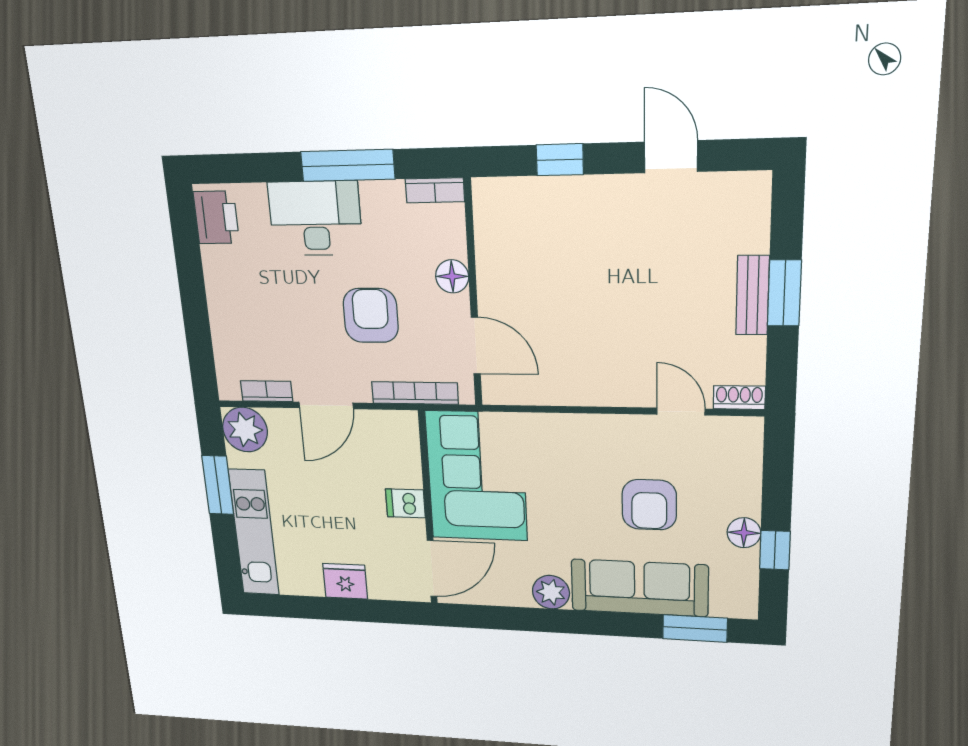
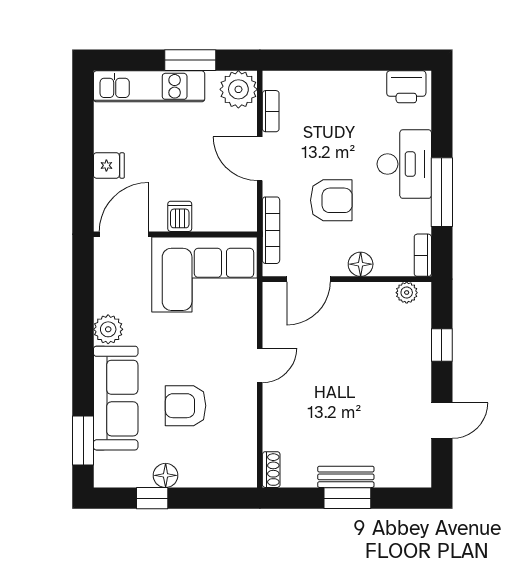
plant: (487, 212) -> (407, 293), added
door: (681, 412) -> (260, 365), moved
door: (432, 569) -> (124, 234), swing flipped
fridge: (345, 581) -> (109, 165), width x0.72

